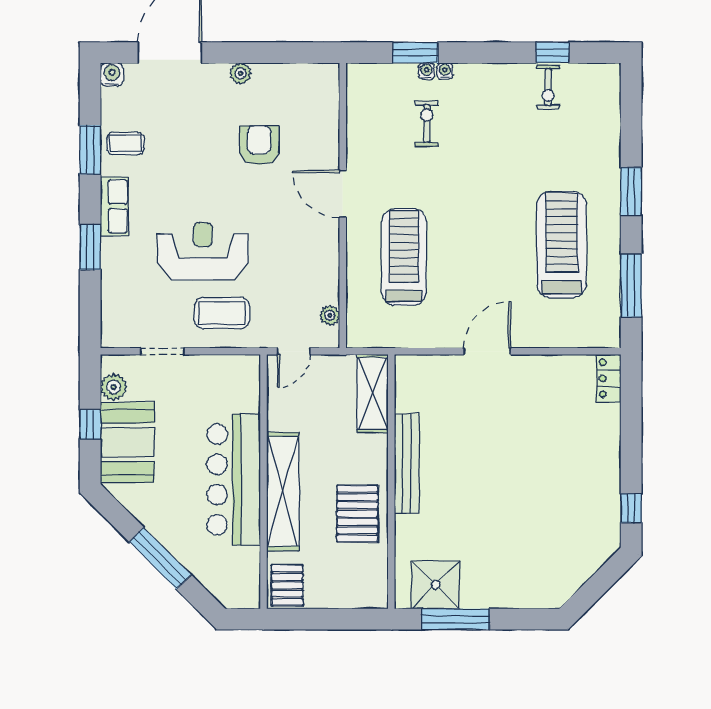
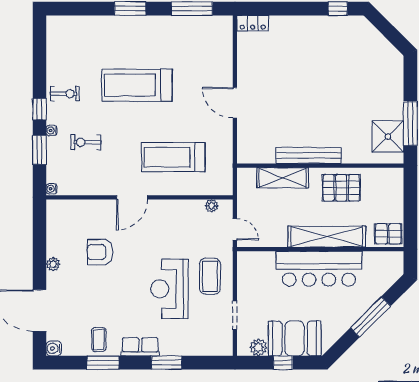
window: (553, 53) -> (39, 109), moved
water cooler: (427, 71) -> (51, 189), moved
exercise bike: (548, 87) -> (65, 94), moved
treadmill: (562, 244) -> (137, 85), moved
shelving: (373, 394) -> (283, 178), moved

